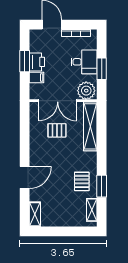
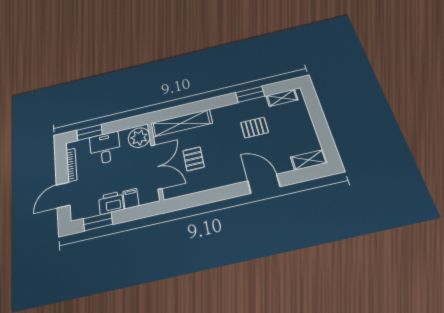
window: (25, 61) -> (98, 221), moved
window: (102, 69) -> (89, 132), moved
pallet: (82, 181) -> (255, 128), moved

